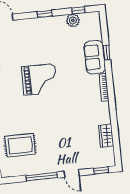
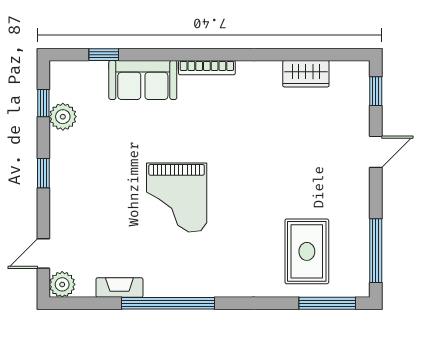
window: (107, 52) -> (104, 55), moved
grand piano: (40, 80) -> (177, 198), turned 180
window: (42, 177) -> (376, 251), moved

